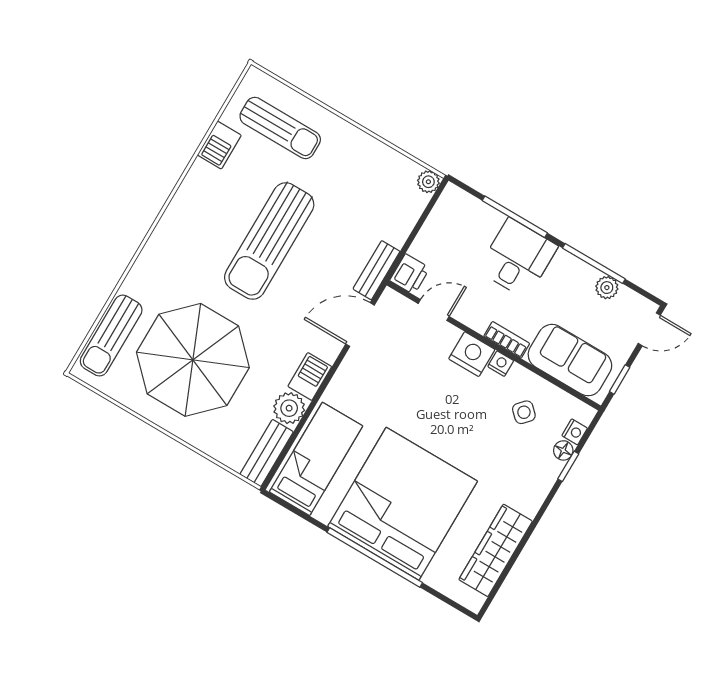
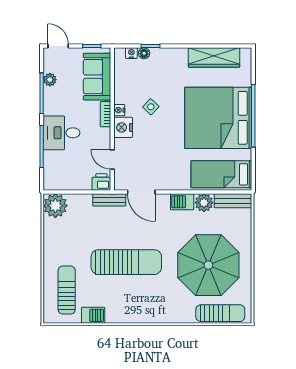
plant: (428, 182) -> (55, 206), width x1.88, depth x1.88
side table: (524, 412) -> (151, 107), moved

